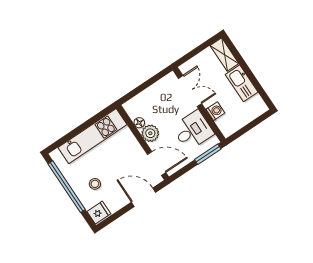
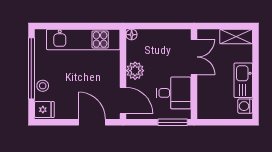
shelving: (224, 55) -> (236, 36), moved, turned 90
washing machine: (215, 111) -> (245, 106), moved, turned 180
floor lamp: (139, 123) -> (132, 35), moved
stool: (95, 184) -> (43, 86), moved

